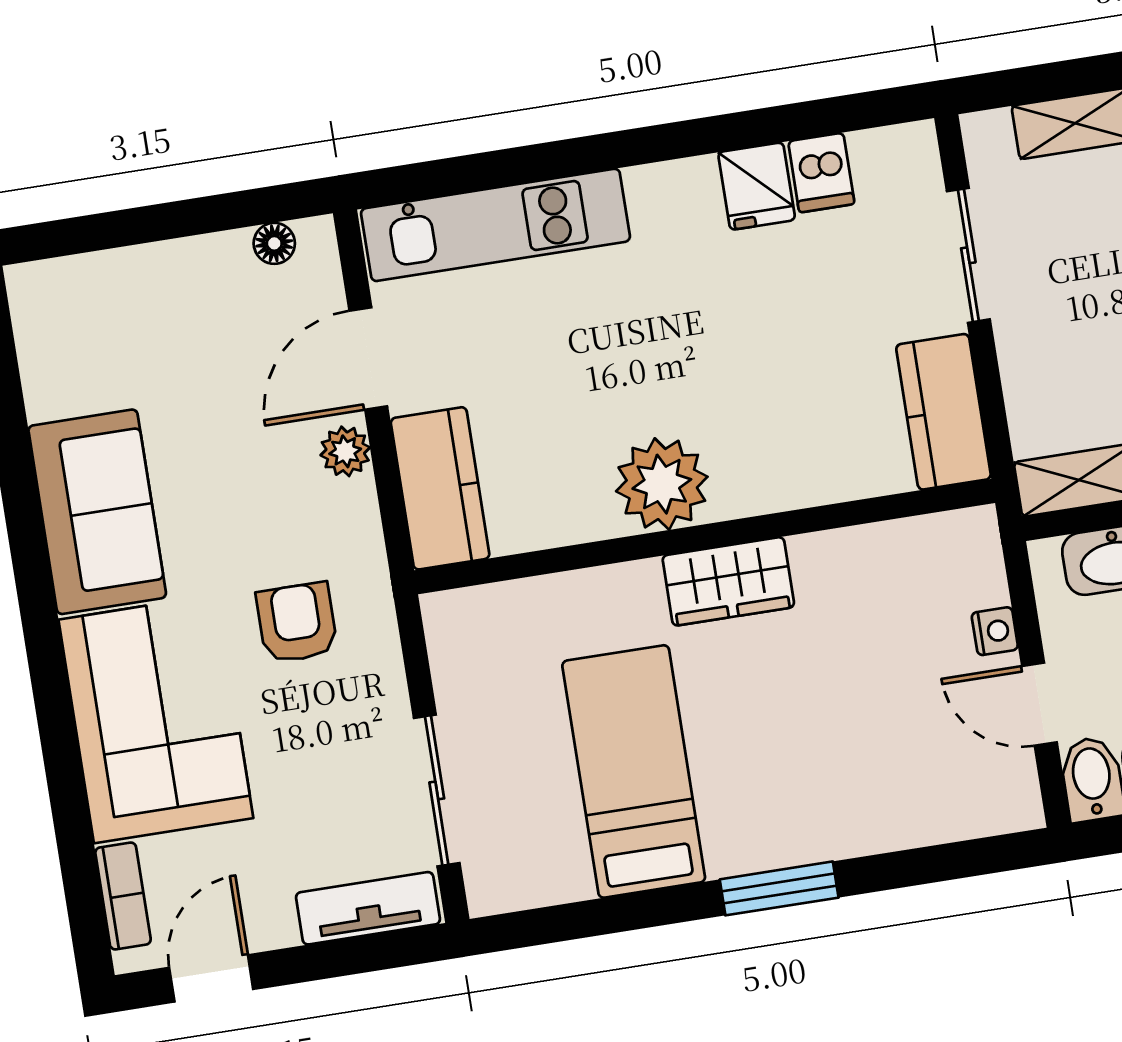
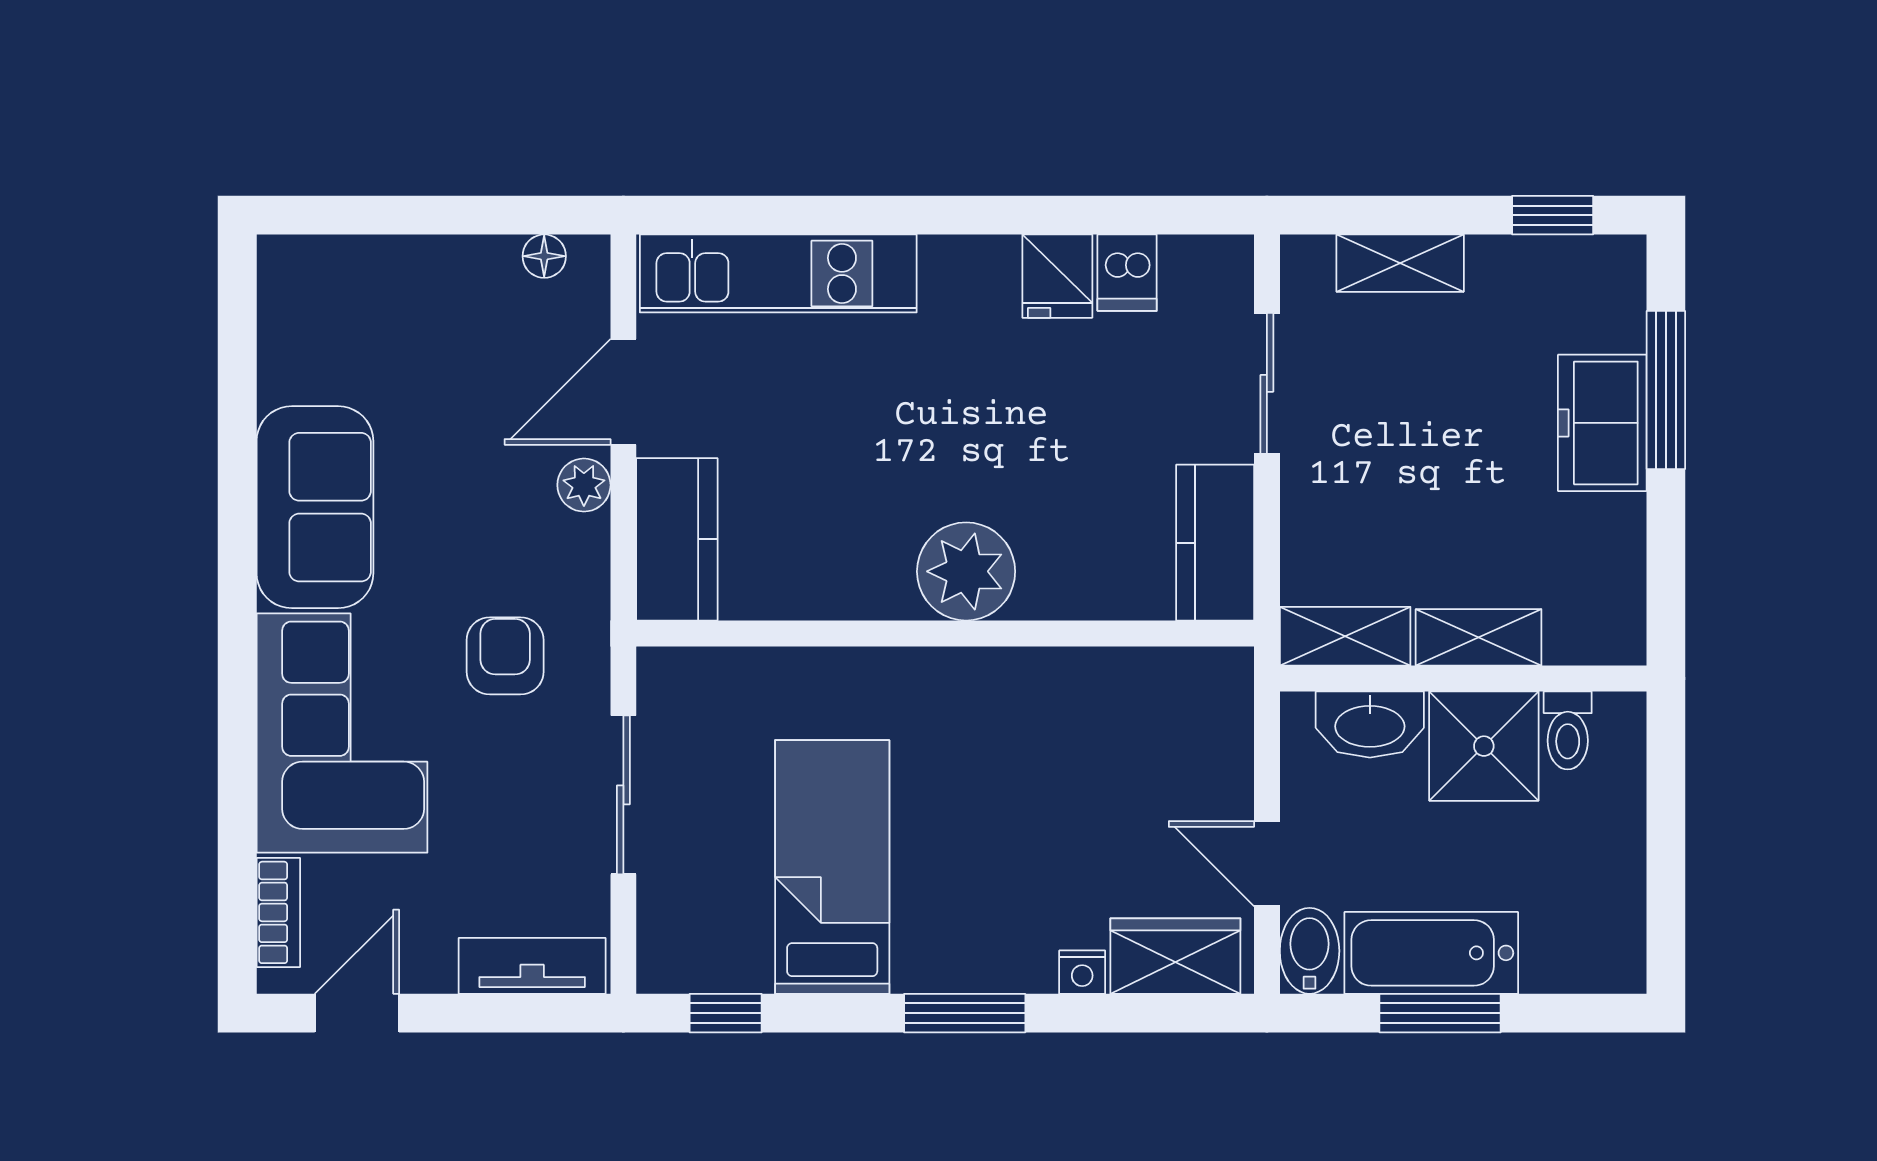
plant: (662, 484) -> (966, 571), moved
wardrobe: (728, 581) -> (1175, 956), moved, turned 180
nightstand: (995, 631) -> (1082, 972), moved, turned 90
sliding door: (437, 790) -> (623, 795), moved
window: (556, 924) -> (726, 1013), added

